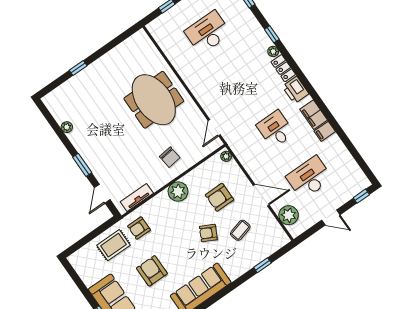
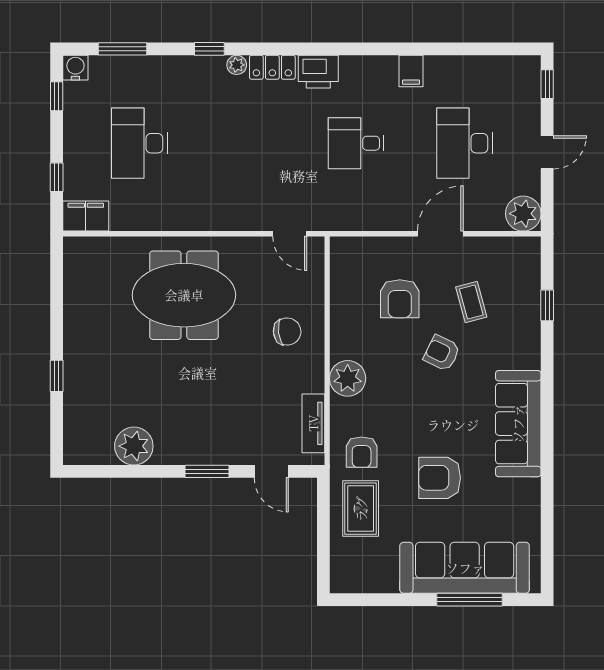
filing cabinet: (314, 115) -> (86, 216), moved, turned 180
plant: (67, 127) -> (134, 446), width x1.88, depth x1.88
plant: (226, 156) -> (345, 246), removed
plant: (178, 192) -> (348, 378), moved
plant: (289, 215) -> (523, 214), moved
armchair: (208, 233) -> (442, 353), turned 89

